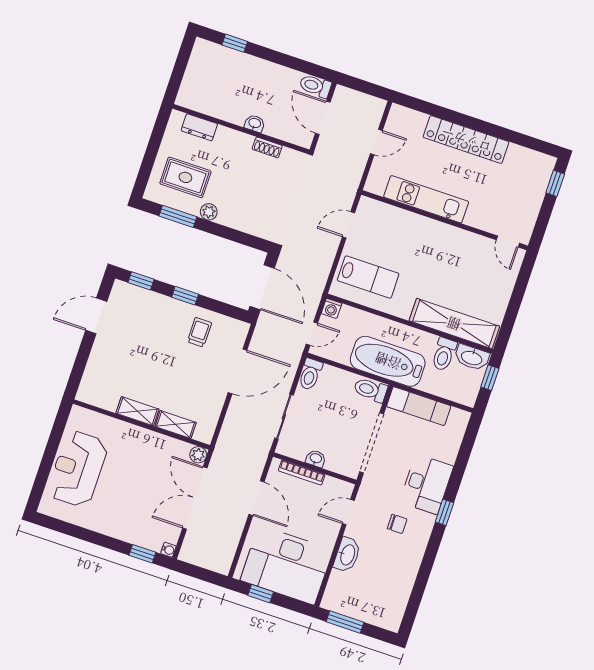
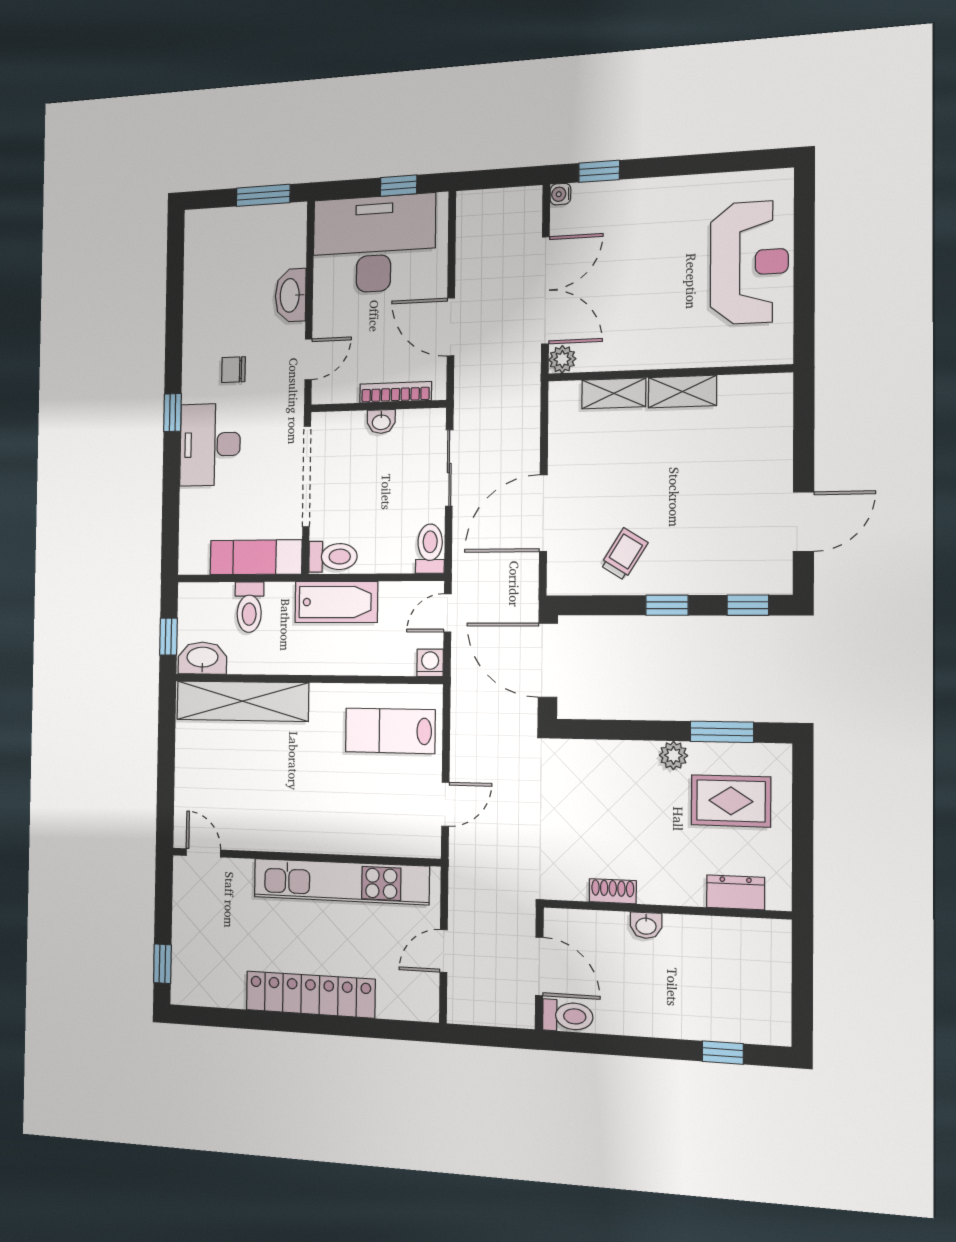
kitchen unit: (426, 199) -> (341, 882), width x1.36
trolley: (199, 332) -> (624, 554), turned -148
toilet: (444, 354) -> (249, 607), moved, turned 180
bathtub: (388, 361) -> (336, 602), width x0.73, depth x0.73

